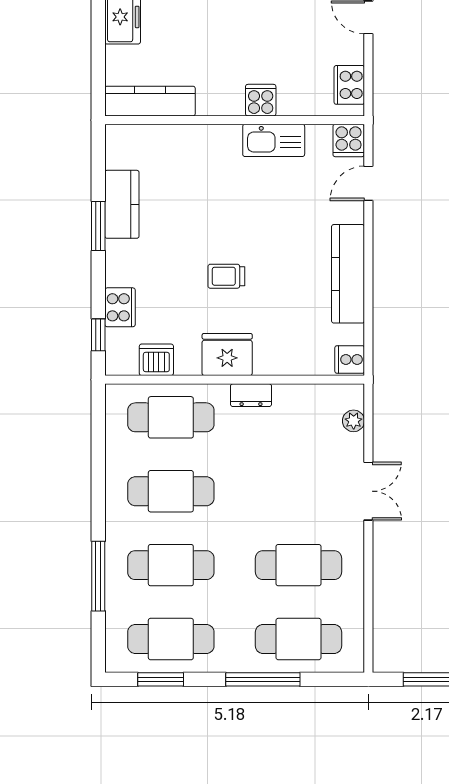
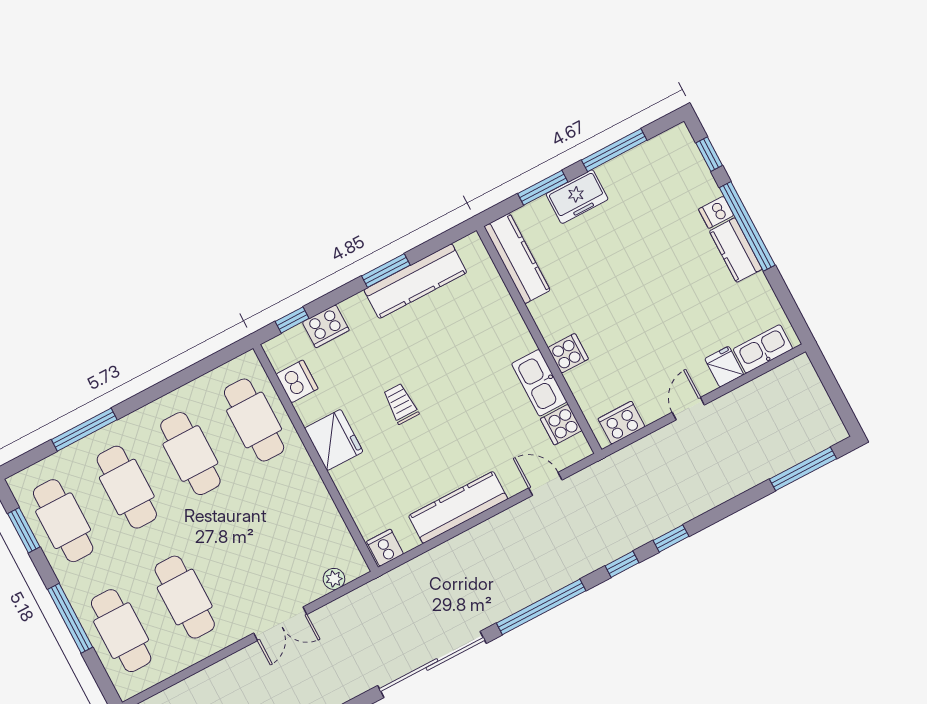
window: (98, 44) -> (543, 188), added
cooker: (349, 140) -> (561, 425), moved
kitchen counter: (122, 204) -> (415, 281), width x1.50
dresser: (251, 395) -> (310, 479), removed

